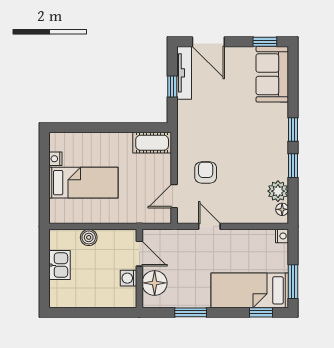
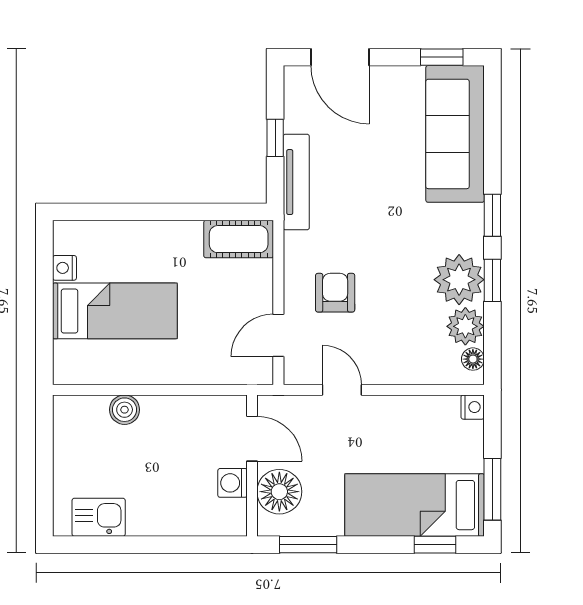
tv unit: (184, 73) -> (296, 182), moved
sofa: (272, 74) -> (455, 134), width x1.36
plant: (274, 165) -> (459, 280), added
door: (139, 254) -> (252, 439), moved
kitchen sink: (59, 265) -> (99, 517), moved, turned -90
wall: (139, 269) -> (252, 466), moved
washing machine: (129, 278) -> (232, 483), moved
floor lamp: (155, 283) -> (279, 492), moved

